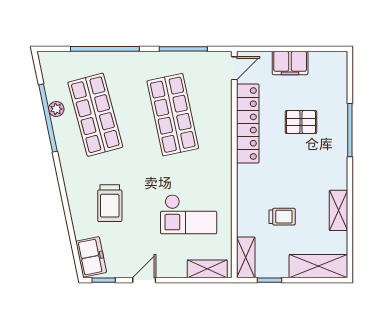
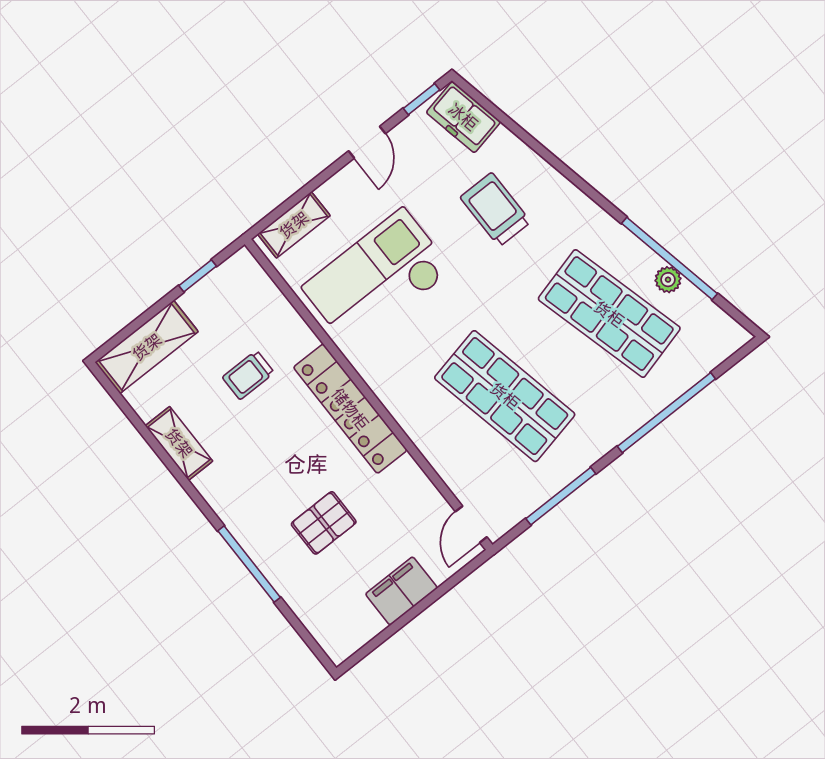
locker: (248, 123) -> (350, 409), moved
checkout: (189, 214) -> (377, 279), width x1.36, depth x1.21
shelving: (246, 257) -> (254, 281), removed

